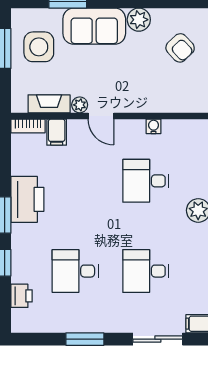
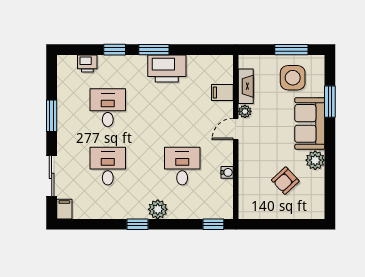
armchair: (180, 48) -> (285, 181), moved
bookcase: (28, 126) -> (227, 69), removed

